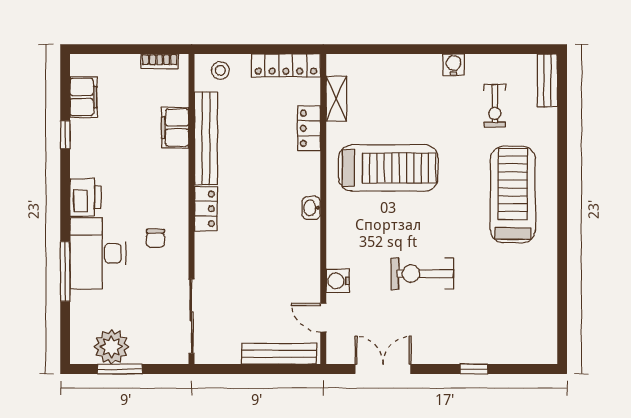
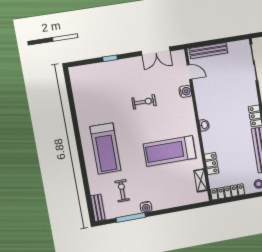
window: (487, 49) -> (131, 217), added
exercise bike: (422, 274) -> (144, 102), width x0.73, depth x0.72

